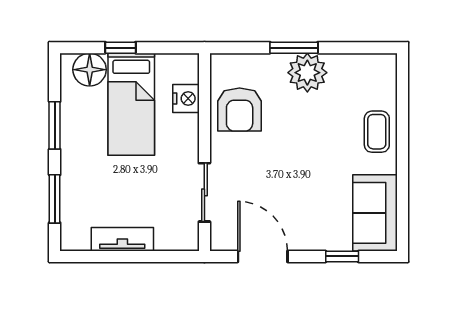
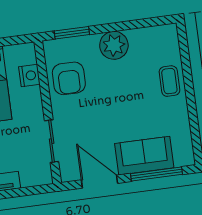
window: (294, 48) -> (72, 33), moved
sofa: (375, 213) -> (144, 156), moved, turned 90
window: (342, 256) -> (156, 174), width x2.17

